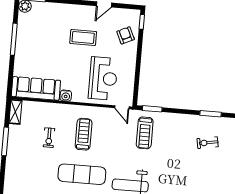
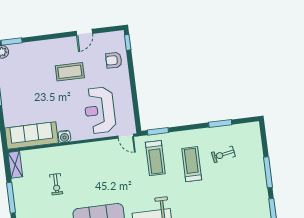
armchair: (126, 35) -> (114, 60), turned -64
reception desk: (103, 78) -> (100, 110), turned 180
treadmill: (84, 134) -> (192, 164), moved

